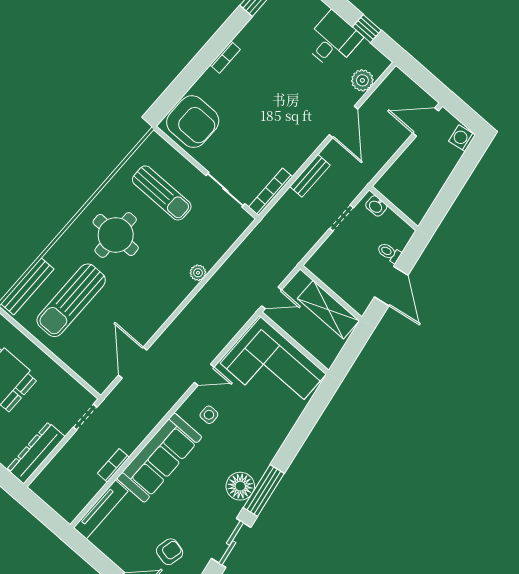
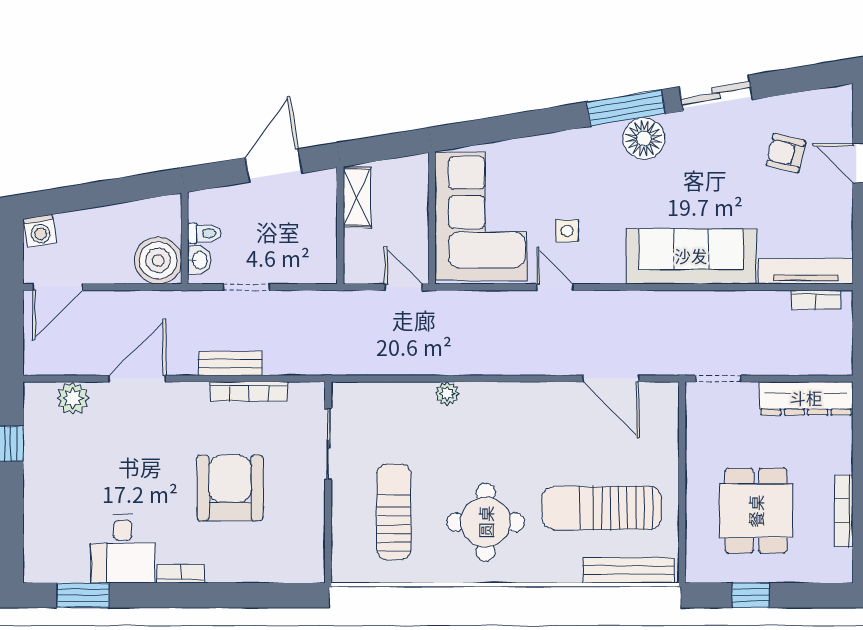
desk: (333, 40) -> (123, 549), moved, turned -90
armchair: (193, 122) -> (230, 488), moved
door: (426, 122) -> (58, 287), hinge flipped
boiler: (394, 185) -> (158, 260), added
bookcase: (271, 192) -> (249, 392), moved
toilet: (389, 253) -> (204, 233), moved, turned -81
sun lounger: (71, 300) -> (602, 508), turned 180
shelving: (328, 310) -> (357, 197), width x0.67, depth x0.75
door: (133, 363) -> (611, 379), hinge flipped
side table: (209, 415) -> (567, 231), moved
bookcase: (113, 465) -> (816, 300), moved

